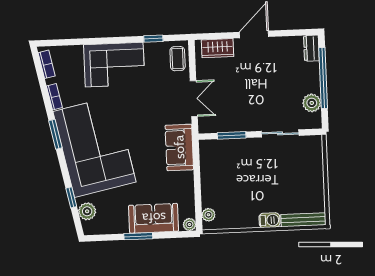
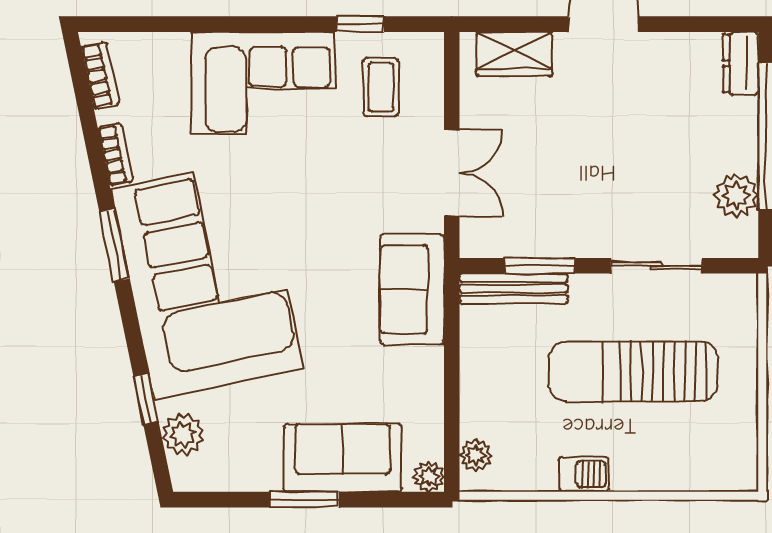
coffee table: (178, 59) -> (381, 87), moved
sun lounger: (272, 177) -> (633, 371), added
barbecue: (269, 220) -> (584, 474), moved
bench: (303, 220) -> (514, 289), moved

